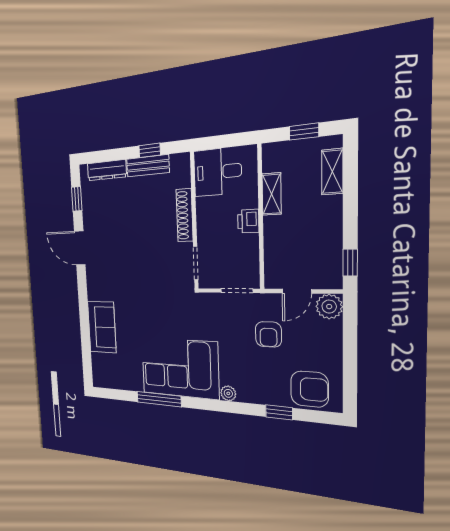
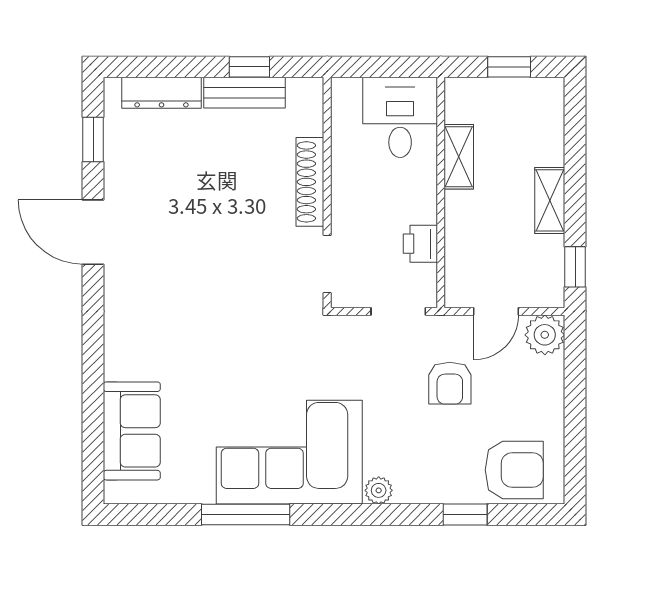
desk: (217, 172) -> (400, 117), moved, turned 90
shelving: (332, 172) -> (550, 200), moved
printer: (248, 221) -> (420, 244), moved
sofa: (102, 327) -> (132, 431), moved

